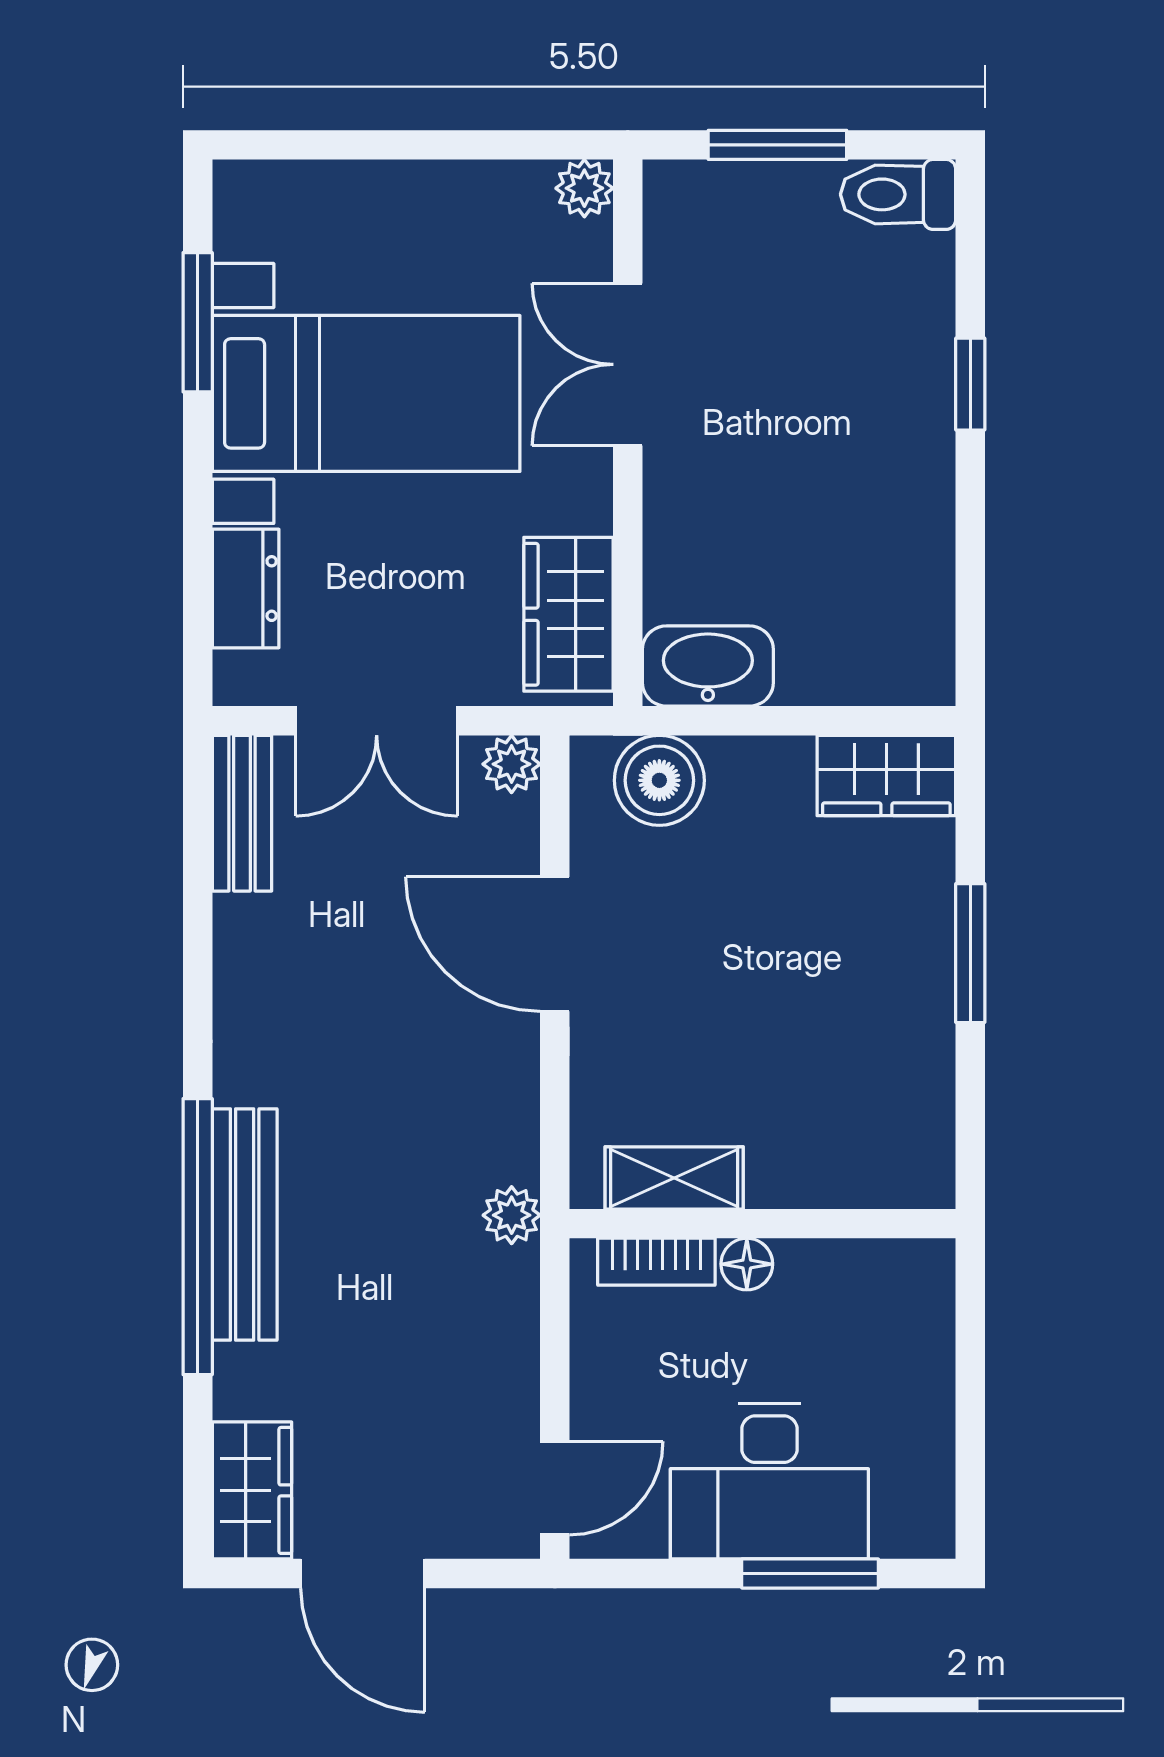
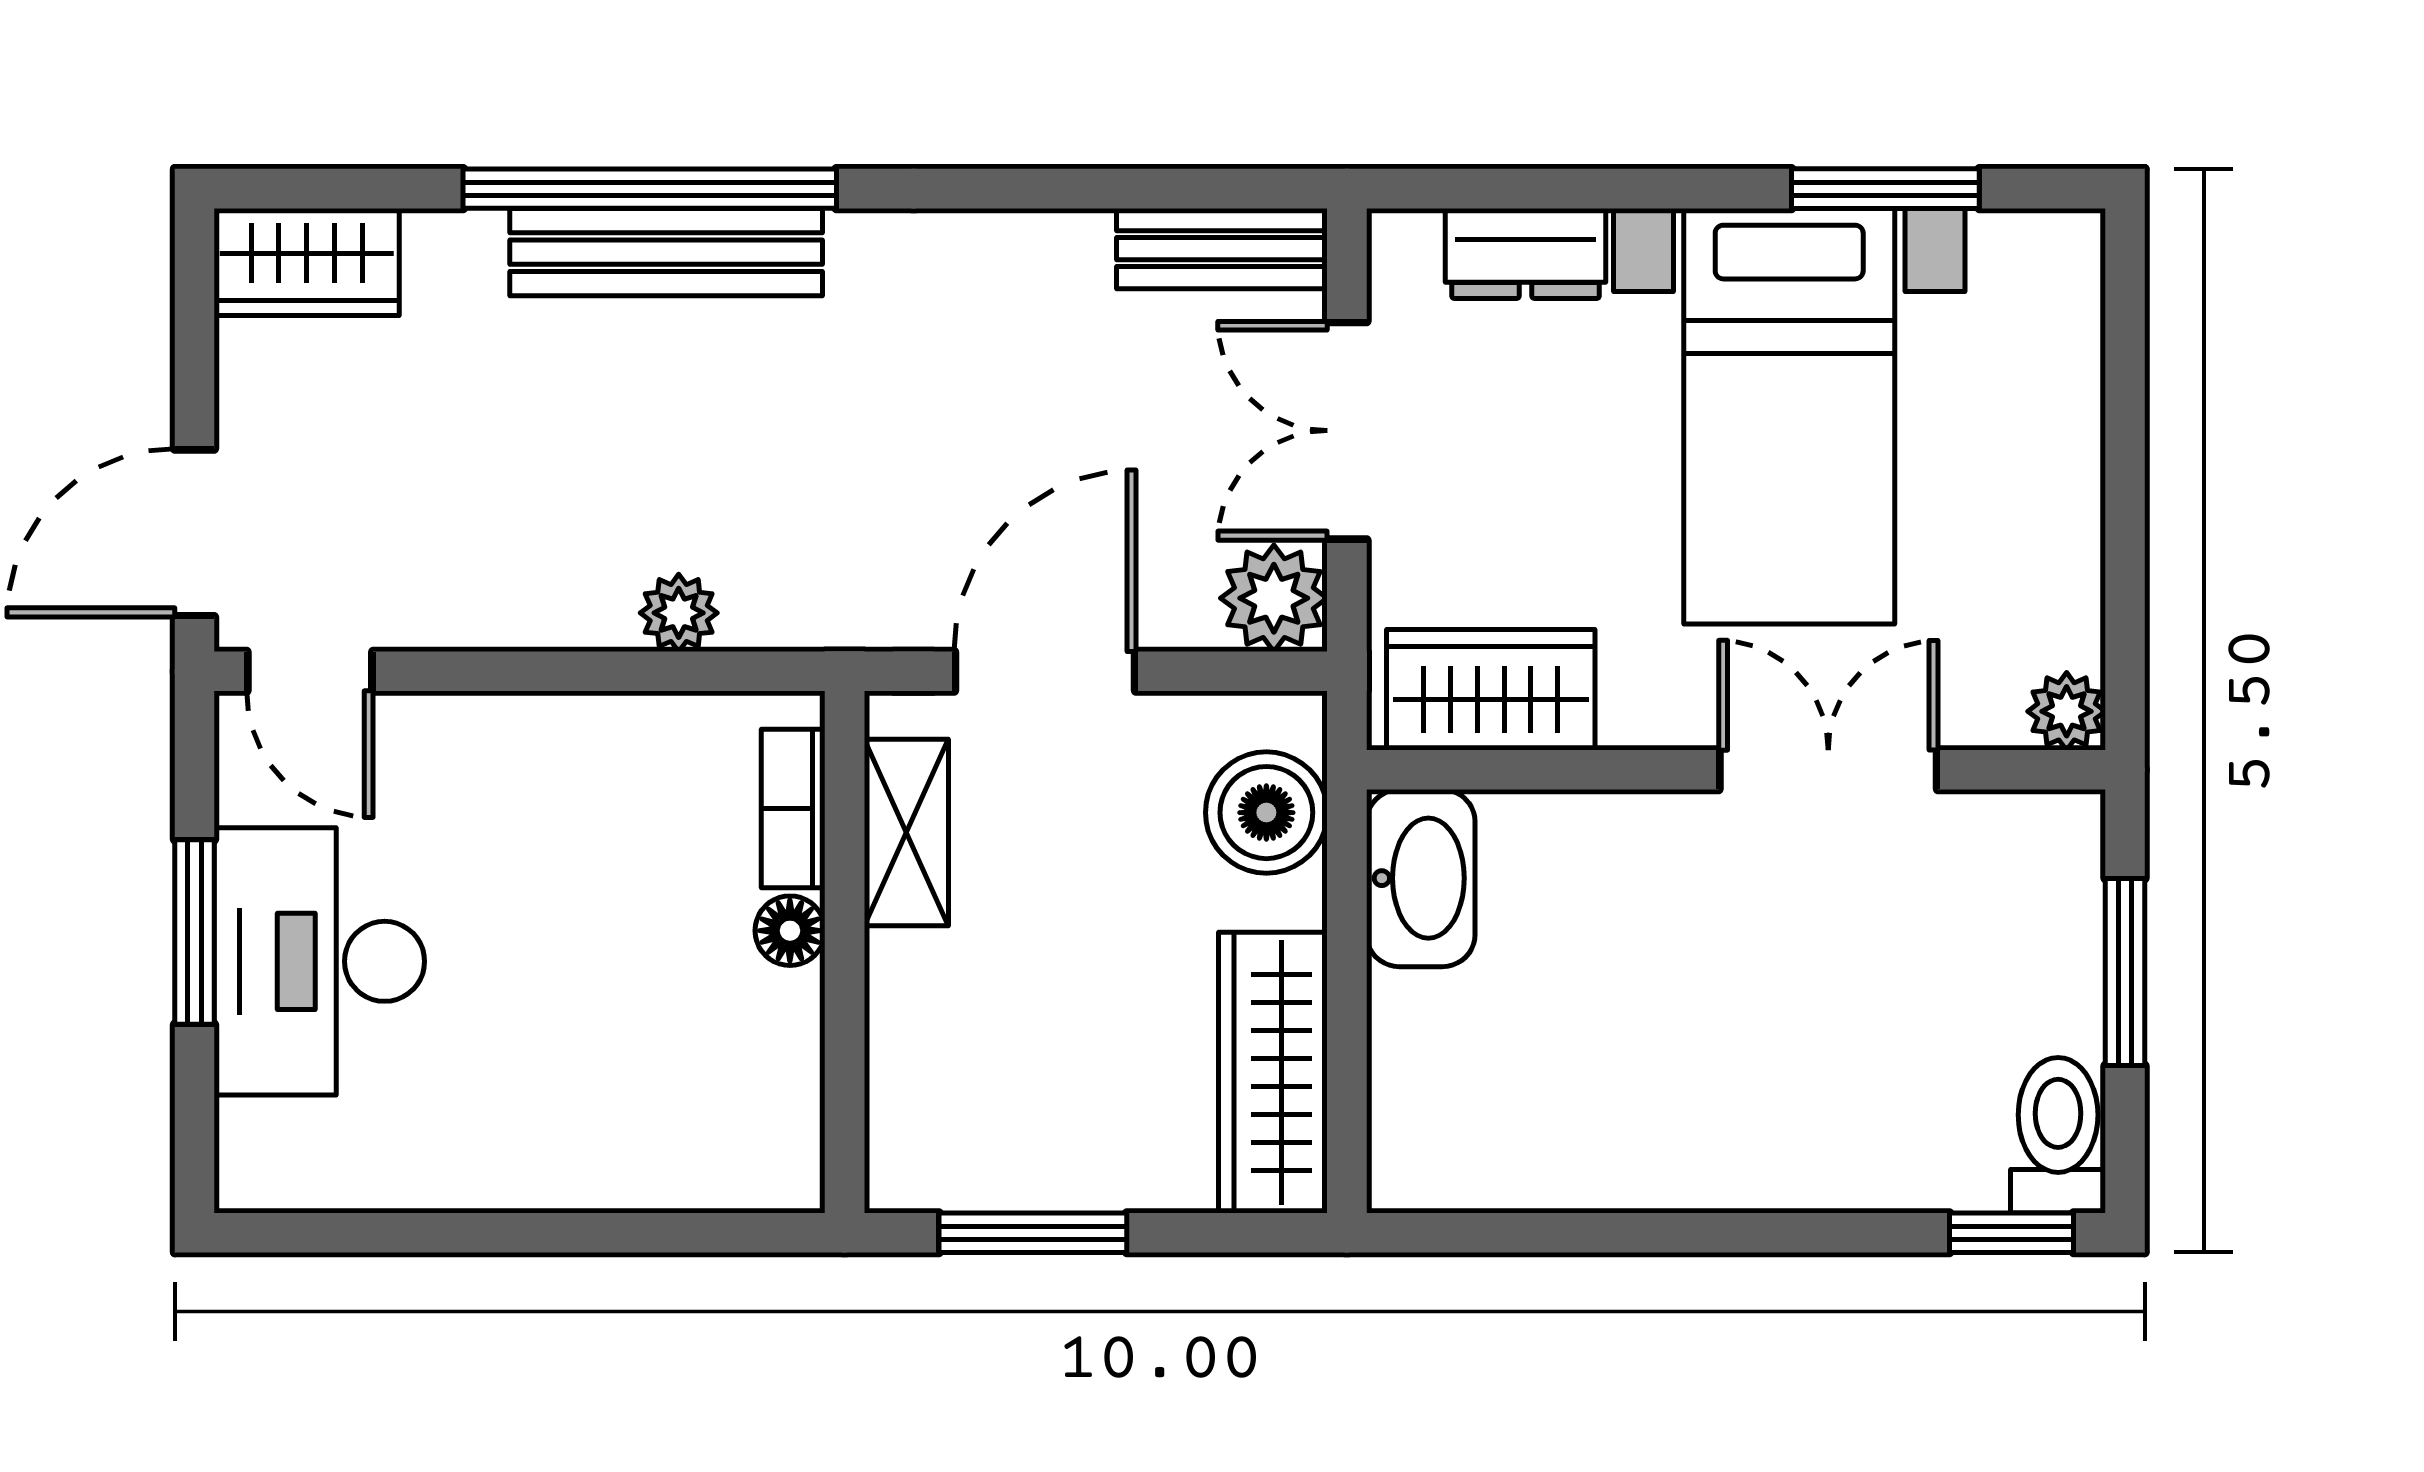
window: (970, 384) -> (2011, 1233), moved
plant: (512, 764) -> (1274, 598), width x1.38, depth x1.38
wardrobe: (886, 775) -> (1273, 1073), width x1.50
shelving: (674, 1178) -> (906, 832), moved
wall: (763, 1224) -> (845, 952), moved
bookcase: (656, 1262) -> (793, 809), moved
floor lamp: (747, 1264) -> (790, 931), moved
door: (363, 1573) -> (195, 533), moved
window: (810, 1573) -> (195, 932), moved

